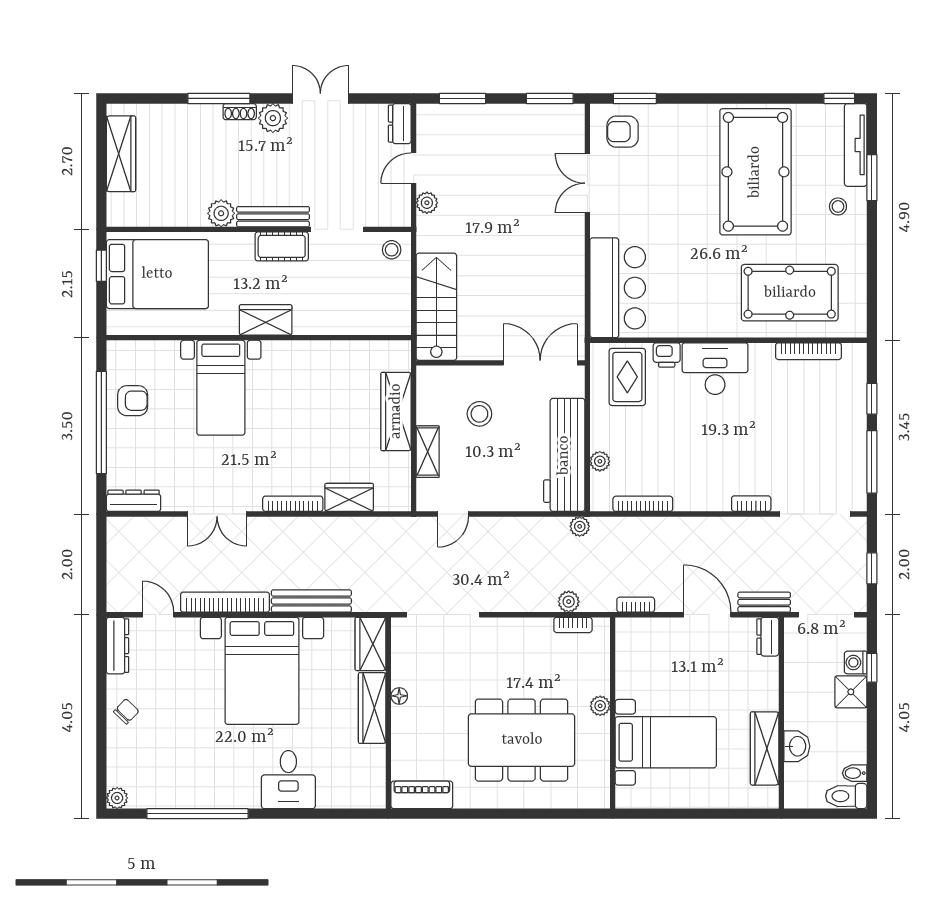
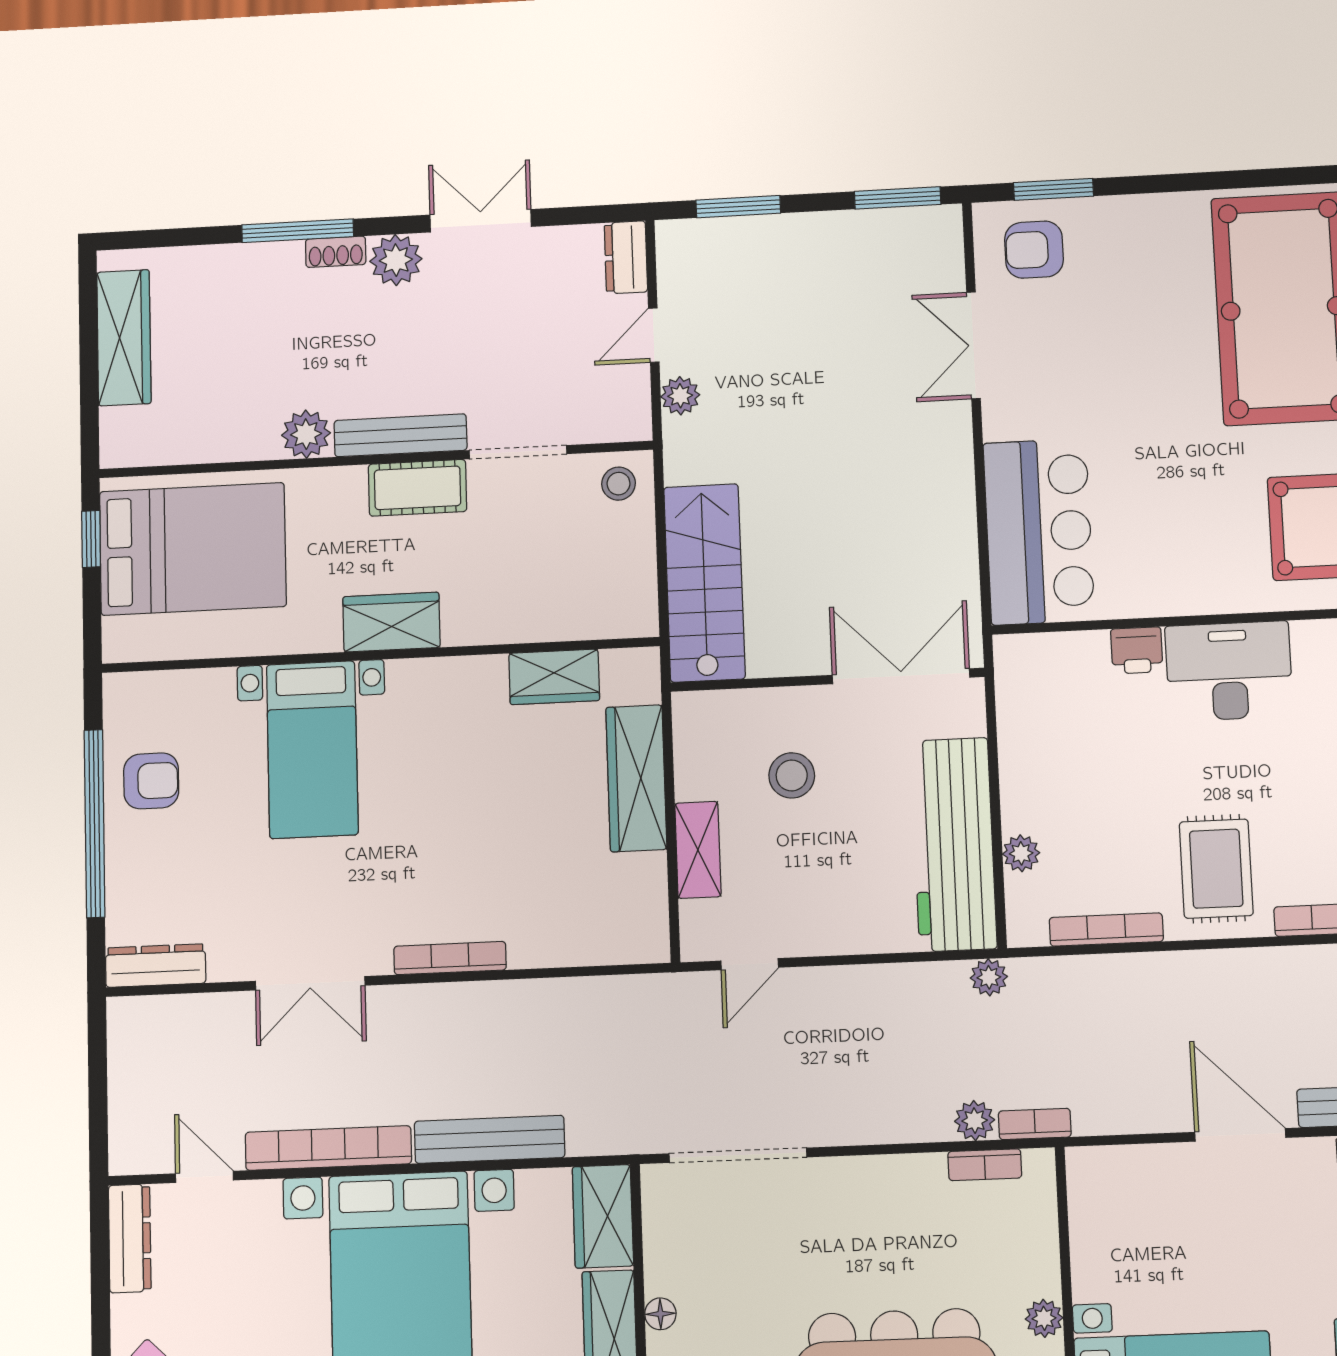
rug: (627, 377) -> (1216, 869), moved
wardrobe: (349, 497) -> (554, 677), moved, turned 180
bookcase: (636, 605) -> (1035, 1124), moved

